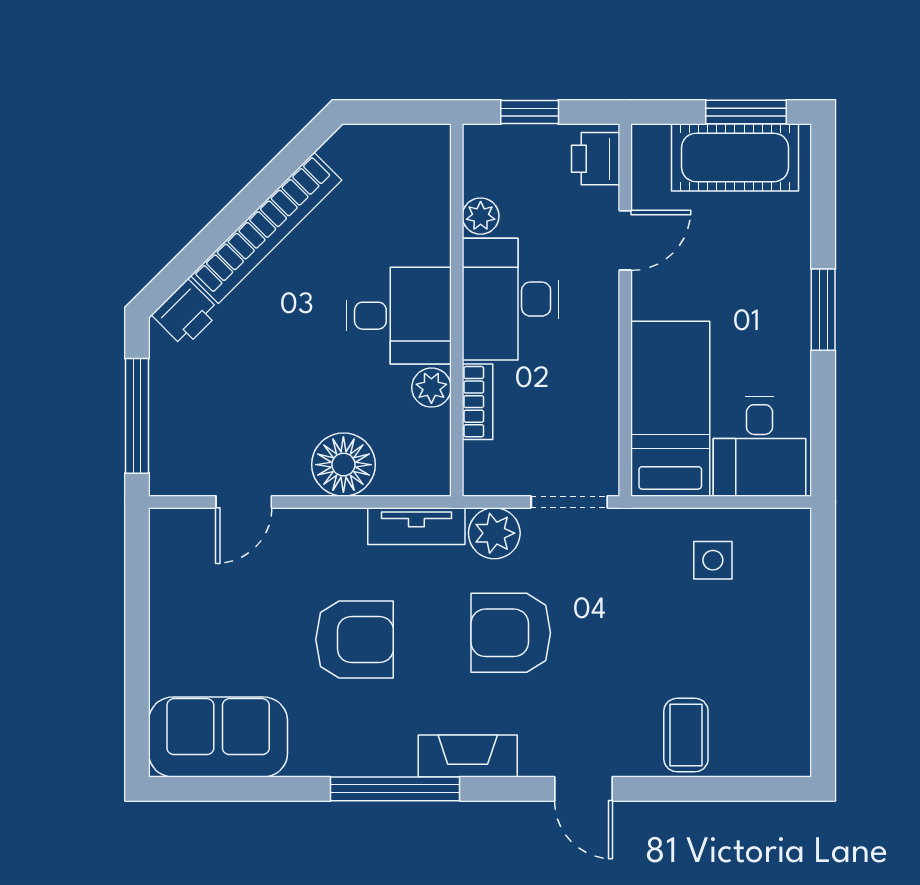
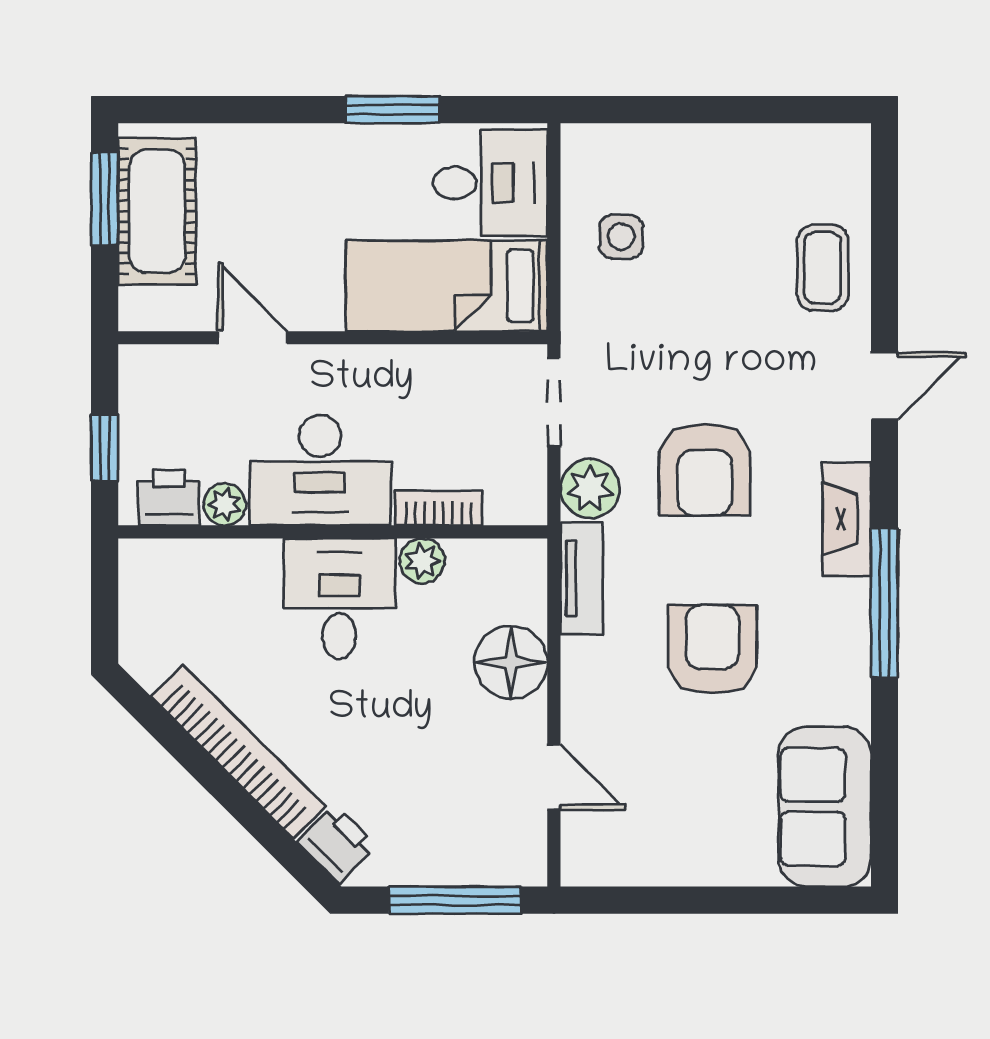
printer: (596, 159) -> (169, 498), moved, turned 180
window: (823, 310) -> (393, 110), moved
coffee table: (686, 735) -> (823, 268), turned 90

